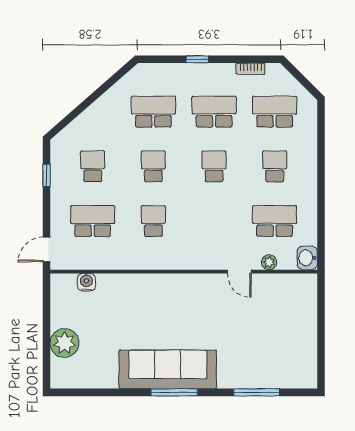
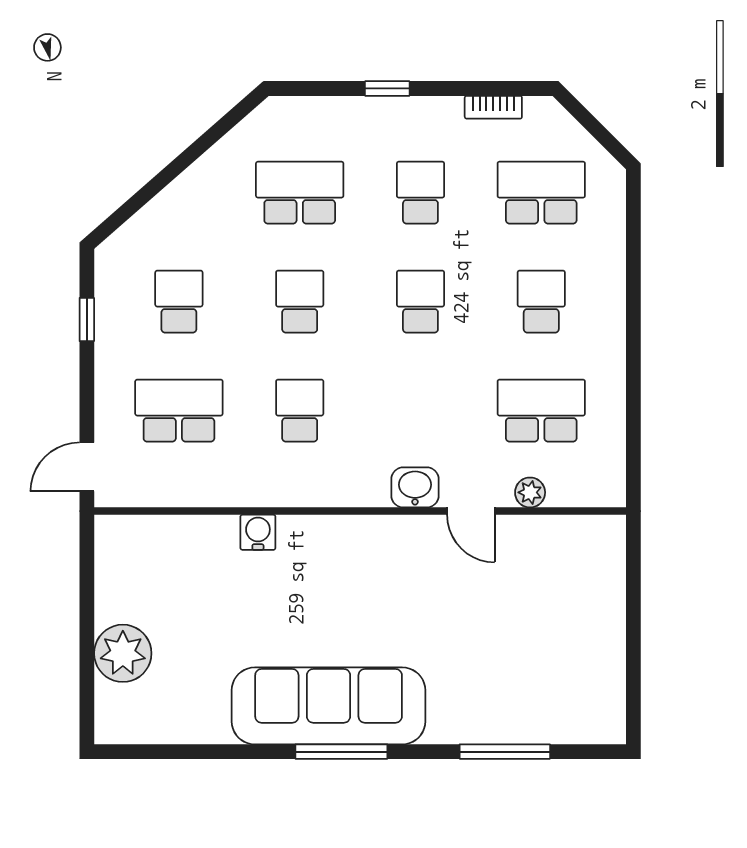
school desk: (214, 112) -> (420, 193), width x0.54
washbasin: (307, 258) -> (415, 487), moved, turned 90
water cooler: (86, 282) -> (258, 532), moved

